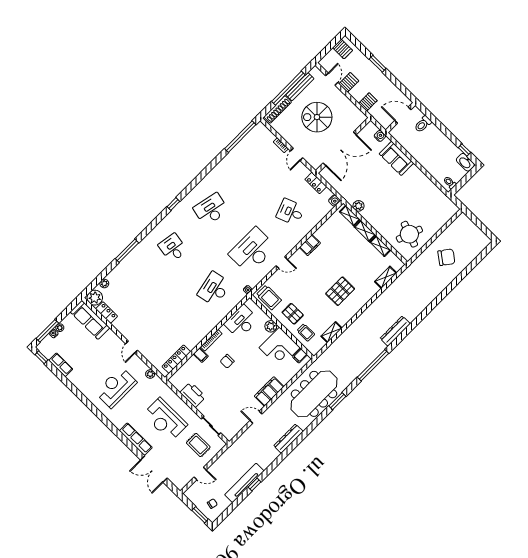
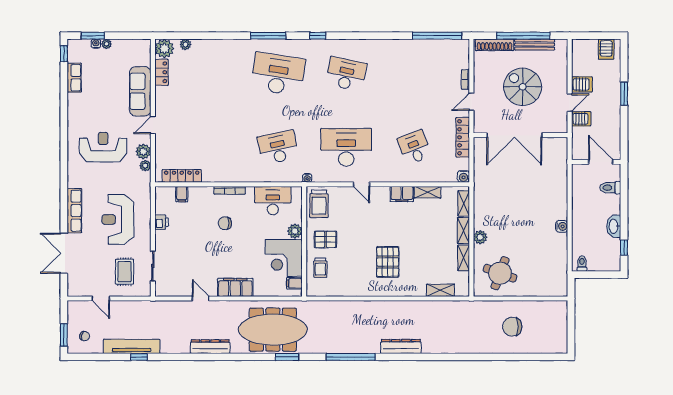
door: (332, 79) -> (570, 103), moved
water cooler: (380, 136) -> (562, 226), moved
sofa: (396, 158) -> (556, 194), removed
washbasin: (465, 162) -> (614, 226), moved
locker: (316, 183) -> (463, 137), width x1.53
plant: (359, 206) -> (480, 237), moved
desk: (173, 248) -> (278, 74), width x1.87, depth x1.30
window: (127, 251) -> (268, 36), moved
chair: (446, 257) -> (512, 327), turned 143
pallet: (340, 291) -> (388, 262), turned 90
pallet: (293, 314) -> (325, 239), turned 90
sofa: (90, 320) -> (140, 91), moved
window: (47, 331) -> (93, 36), width x0.69
shelving: (332, 332) -> (428, 192), moved
filing cabinet: (201, 355) -> (182, 194), moved
plant: (141, 367) -> (143, 152), added
printer: (193, 395) -> (161, 222), width x0.53, depth x0.68

